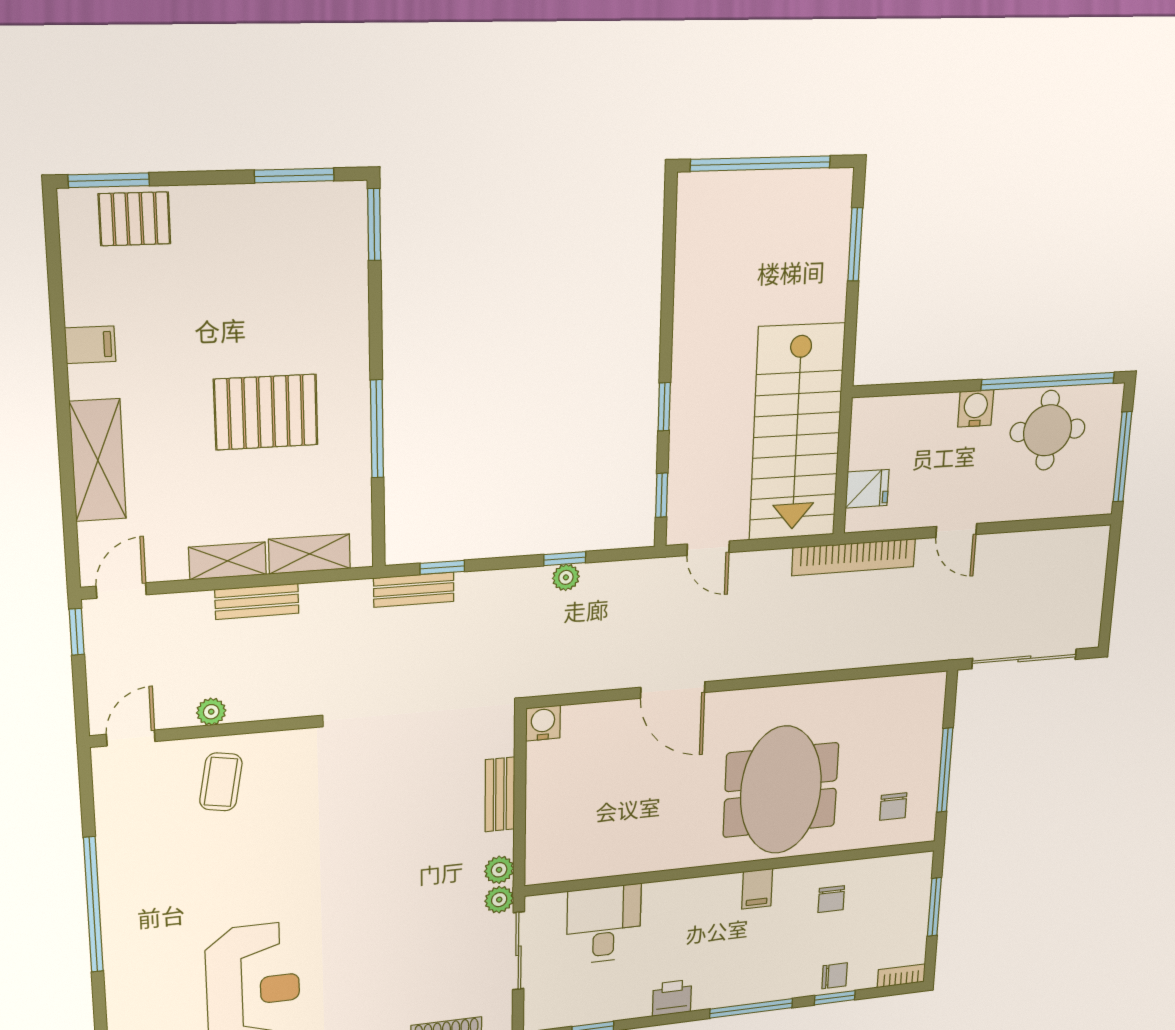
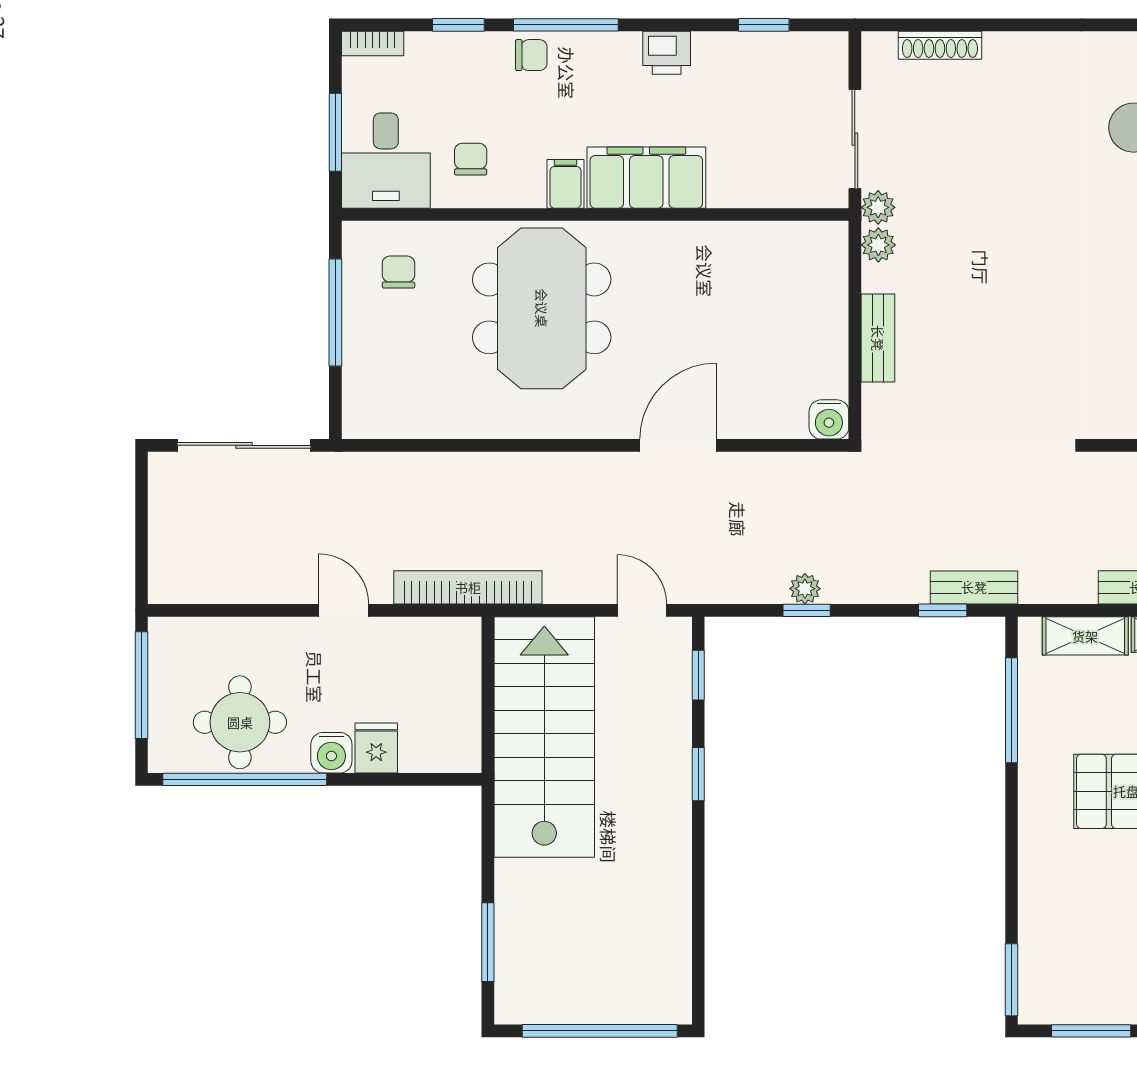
window: (377, 429) -> (1012, 710), moved
fridge: (867, 489) -> (376, 748), moved, turned 90
door: (673, 690) -> (678, 445), hinge flipped
filing cabinet: (692, 901) -> (646, 178), added
desk: (604, 924) -> (386, 161), moved
chair: (835, 976) -> (531, 55), moved, turned 180

